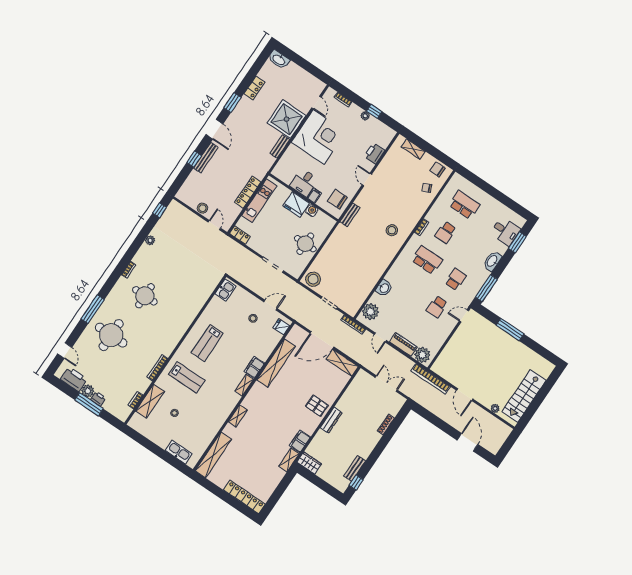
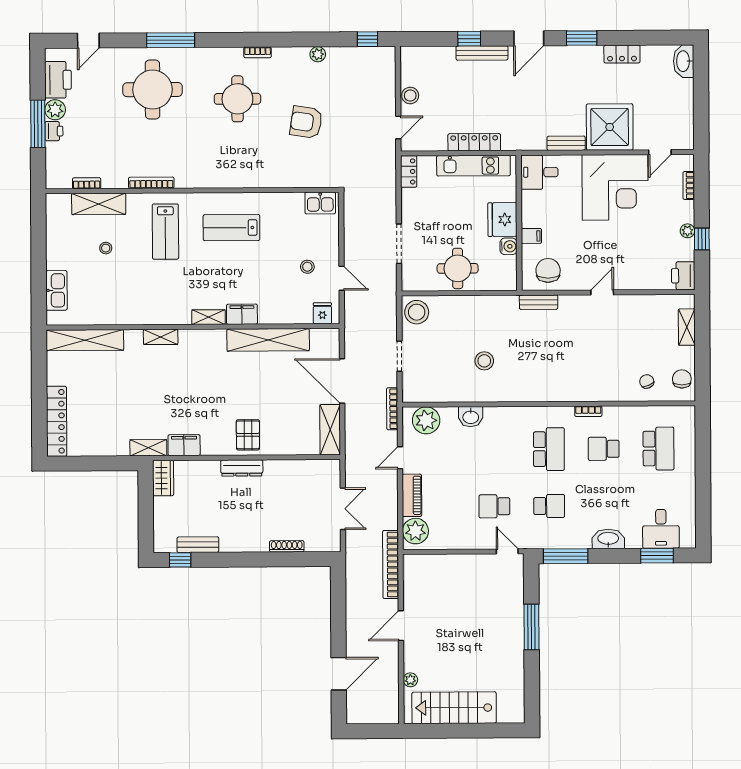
printer: (374, 153) -> (683, 276), moved, turned -90
desk: (304, 183) -> (539, 172), moved
stool: (392, 230) -> (484, 361), moved
armchair: (180, 269) -> (306, 122), added

